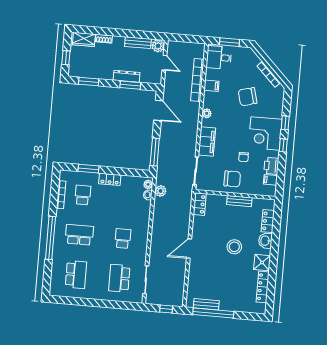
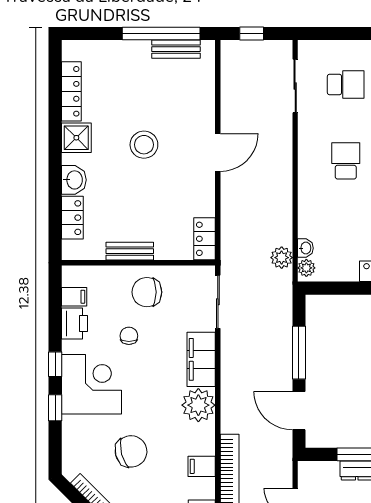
plant: (207, 113) -> (198, 405), width x1.87, depth x1.87
window: (155, 152) -> (299, 353), moved
school desk: (123, 238) -> (346, 161), turned 180
stool: (234, 247) -> (144, 145), moved
school desk: (119, 278) -> (346, 84), width x0.54

